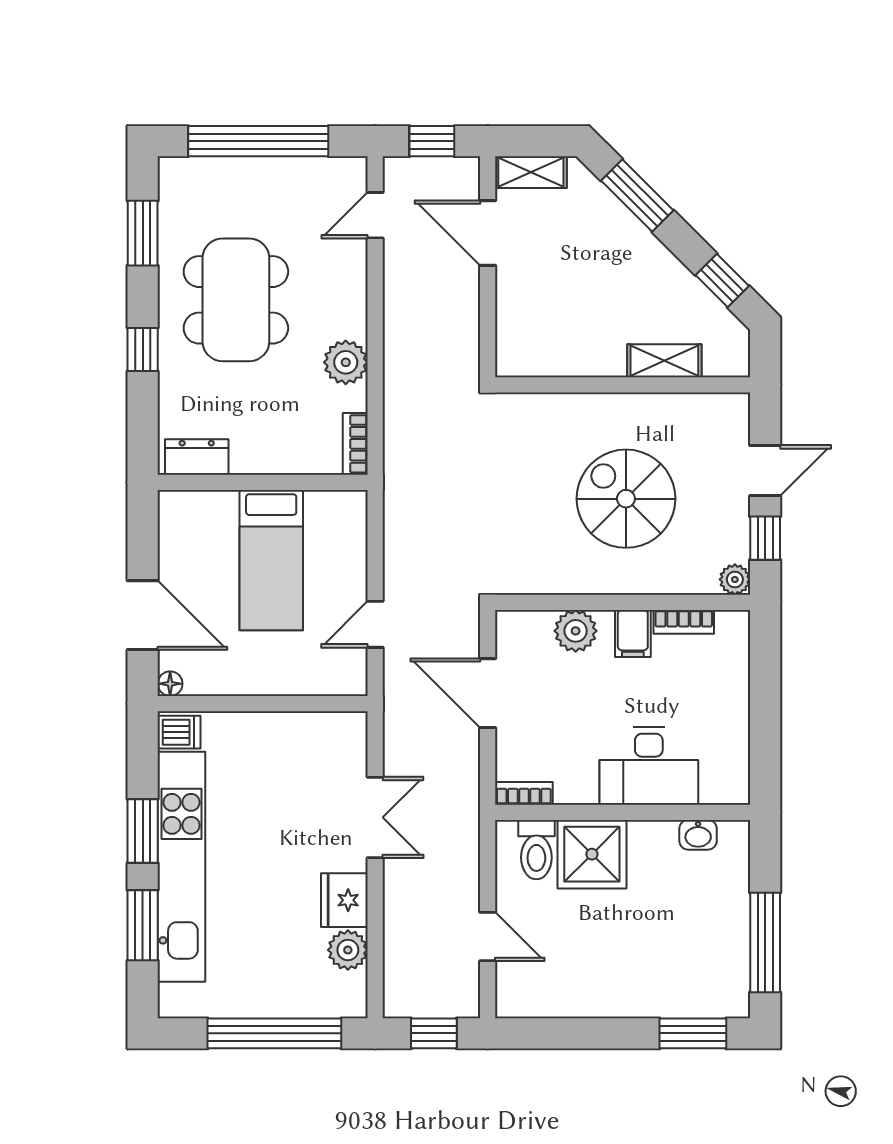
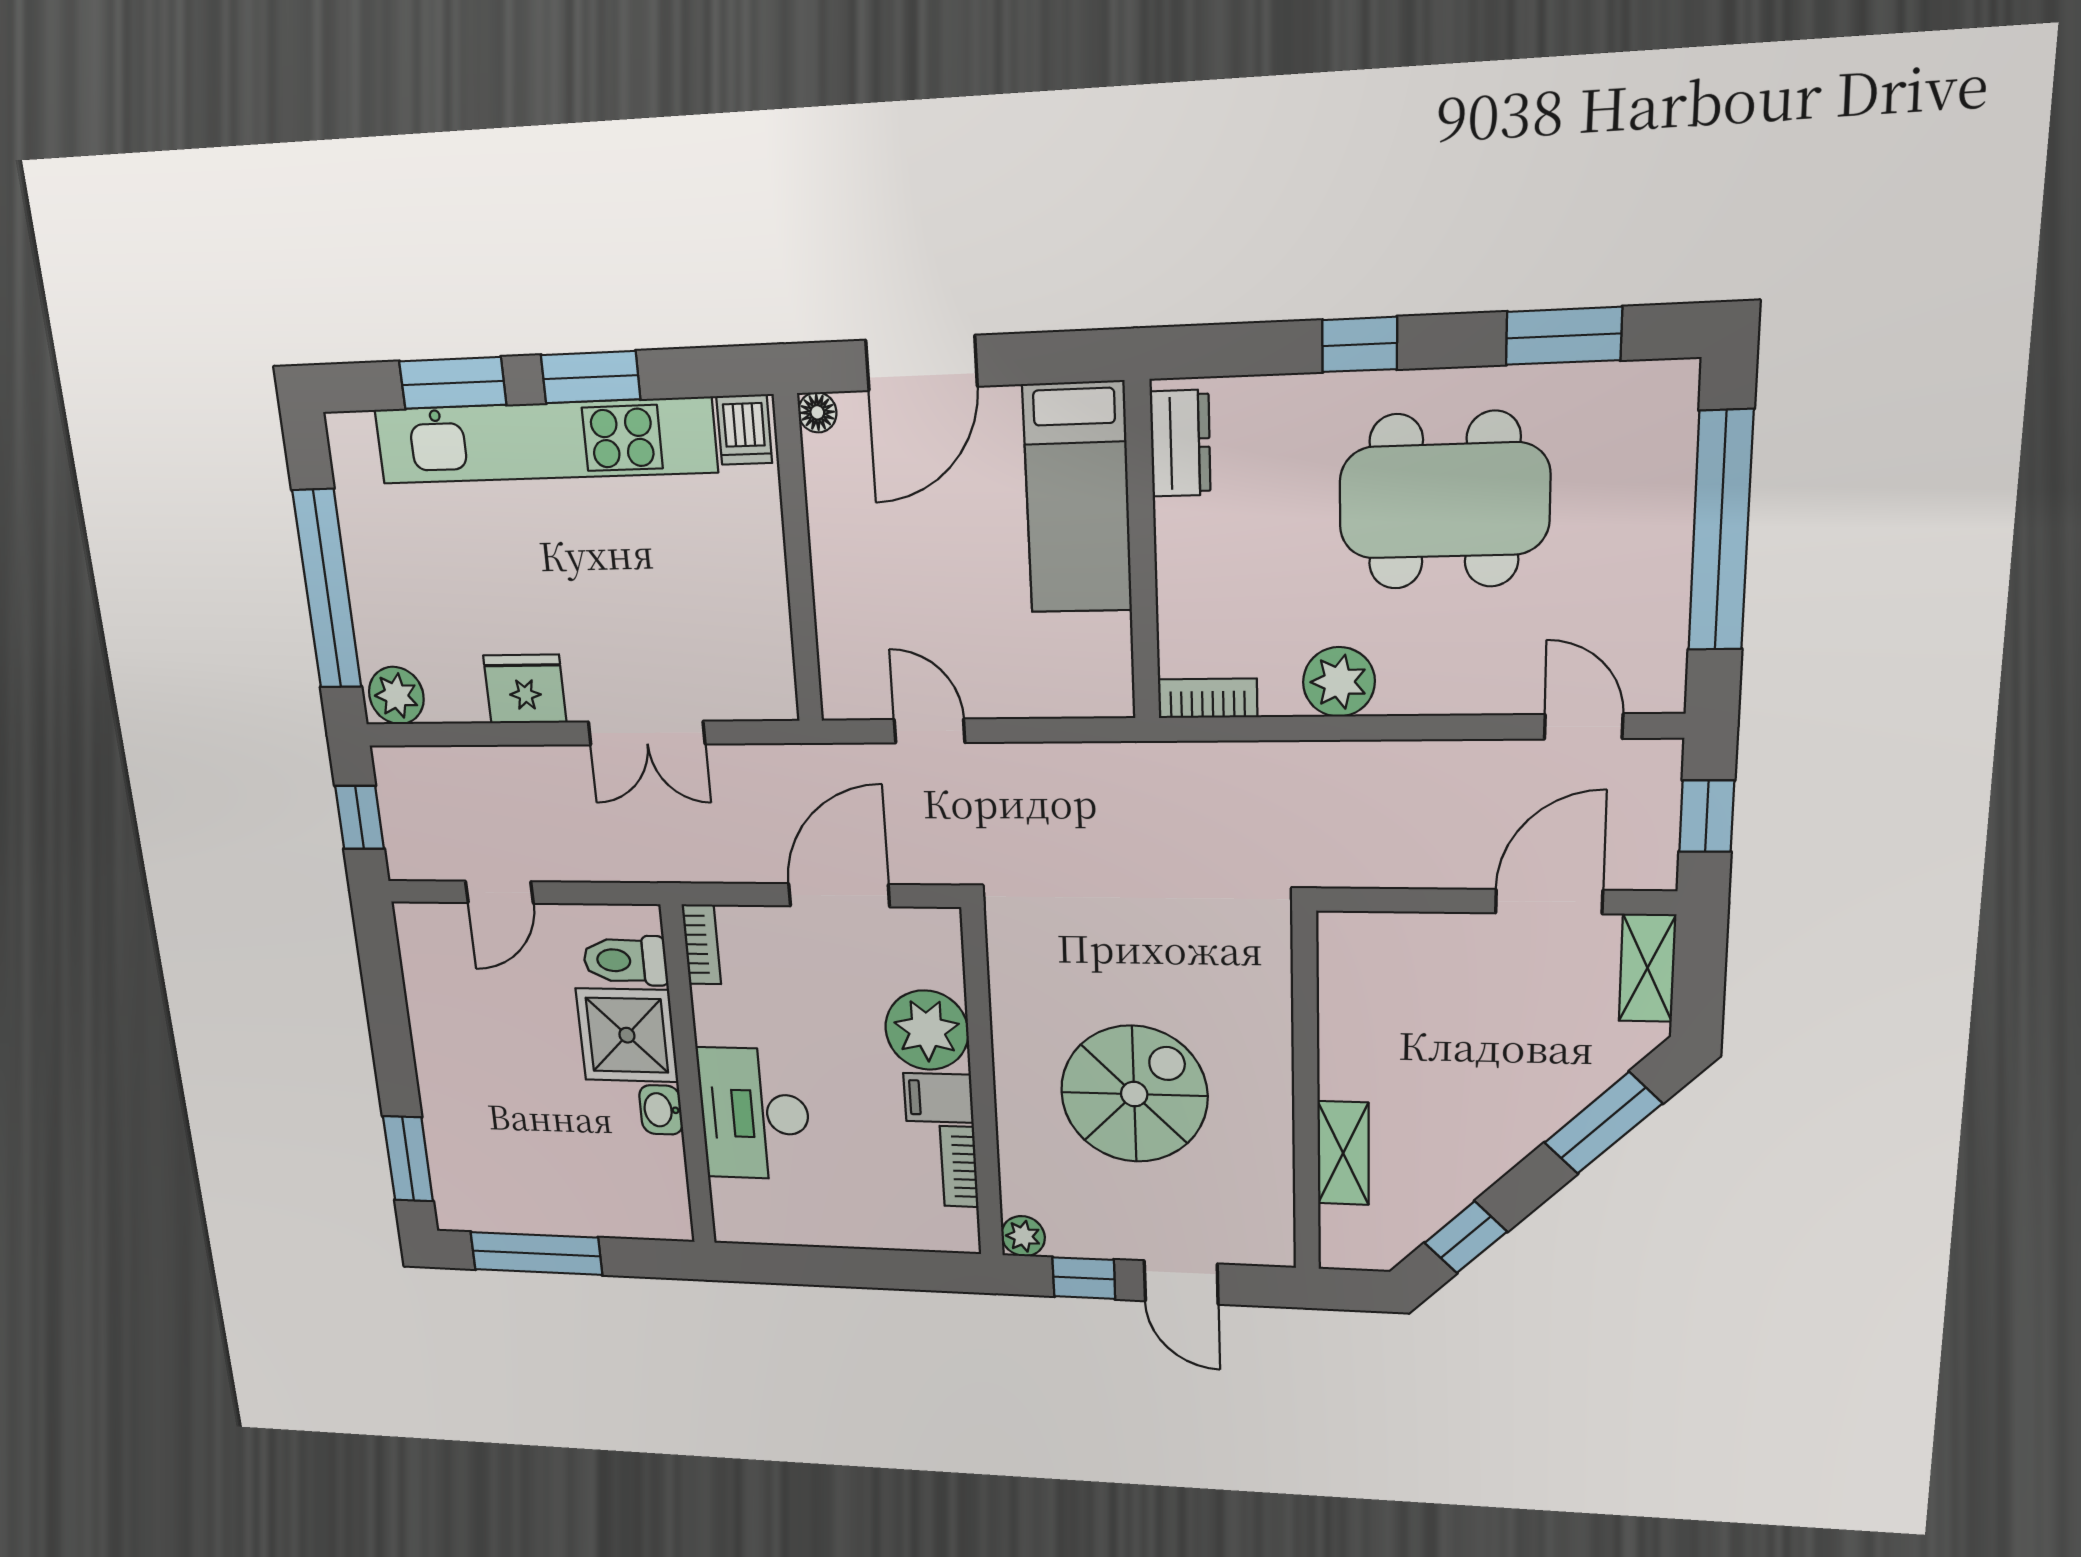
bed: (271, 560) -> (1077, 498), moved, turned -90
plant: (576, 631) -> (927, 1030), width x1.36, depth x1.36
washbasin: (698, 835) -> (661, 1110), moved
plant: (348, 950) -> (396, 695), moved

